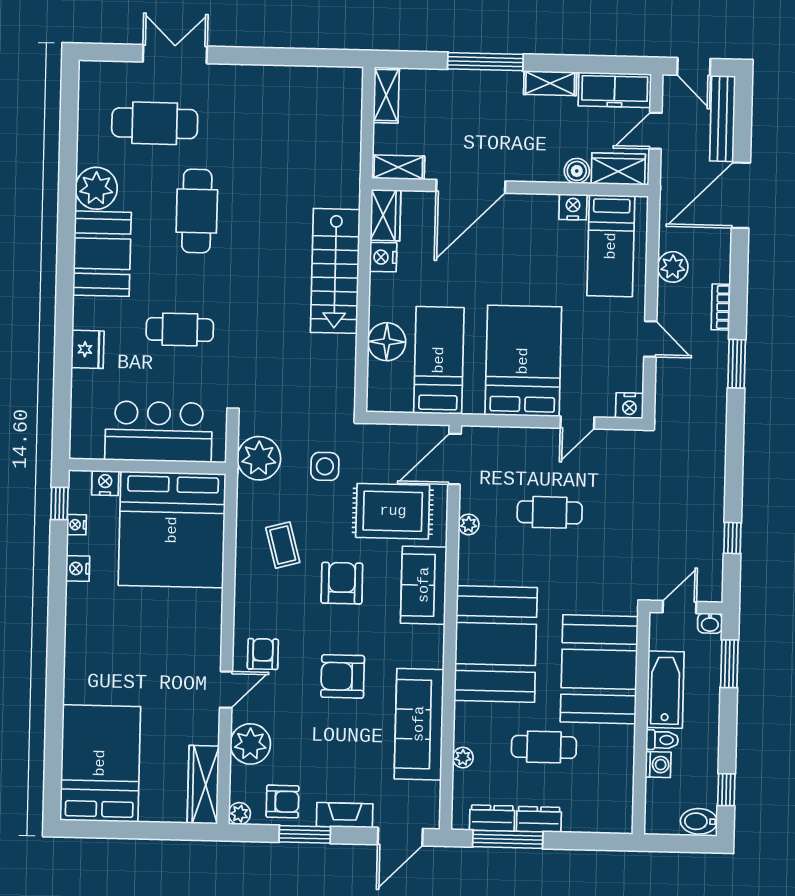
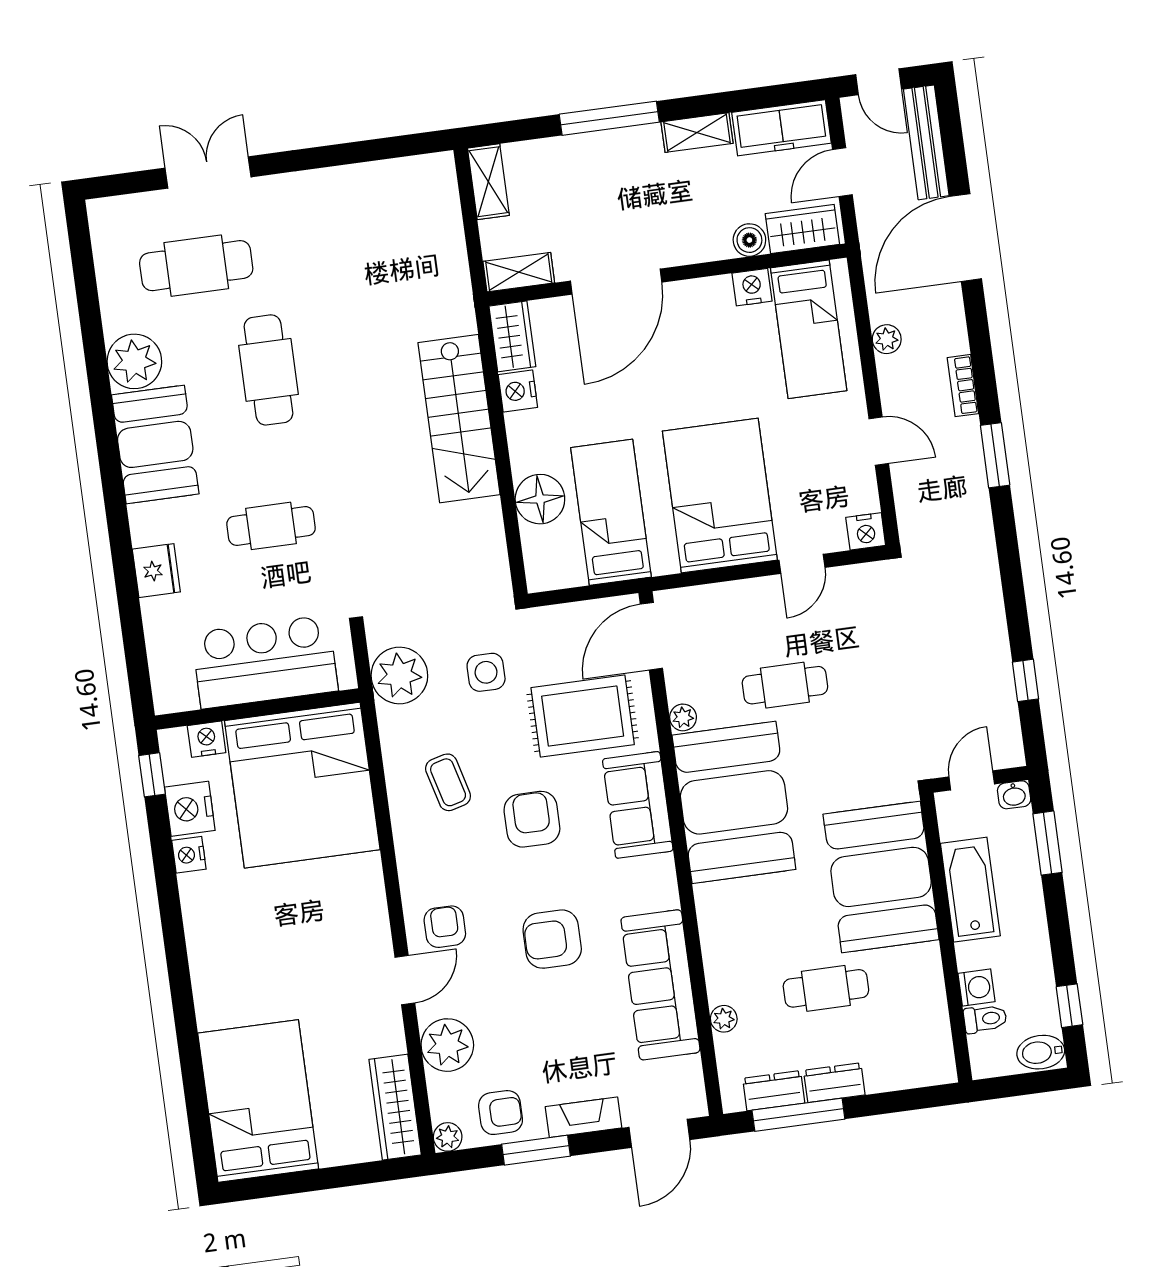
plant: (673, 267) -> (887, 339), width x0.73, depth x0.73
nightstand: (77, 525) -> (190, 809), width x1.89, depth x1.79
booth: (496, 644) -> (734, 802), moved
toilet: (662, 740) -> (985, 1019), moved

